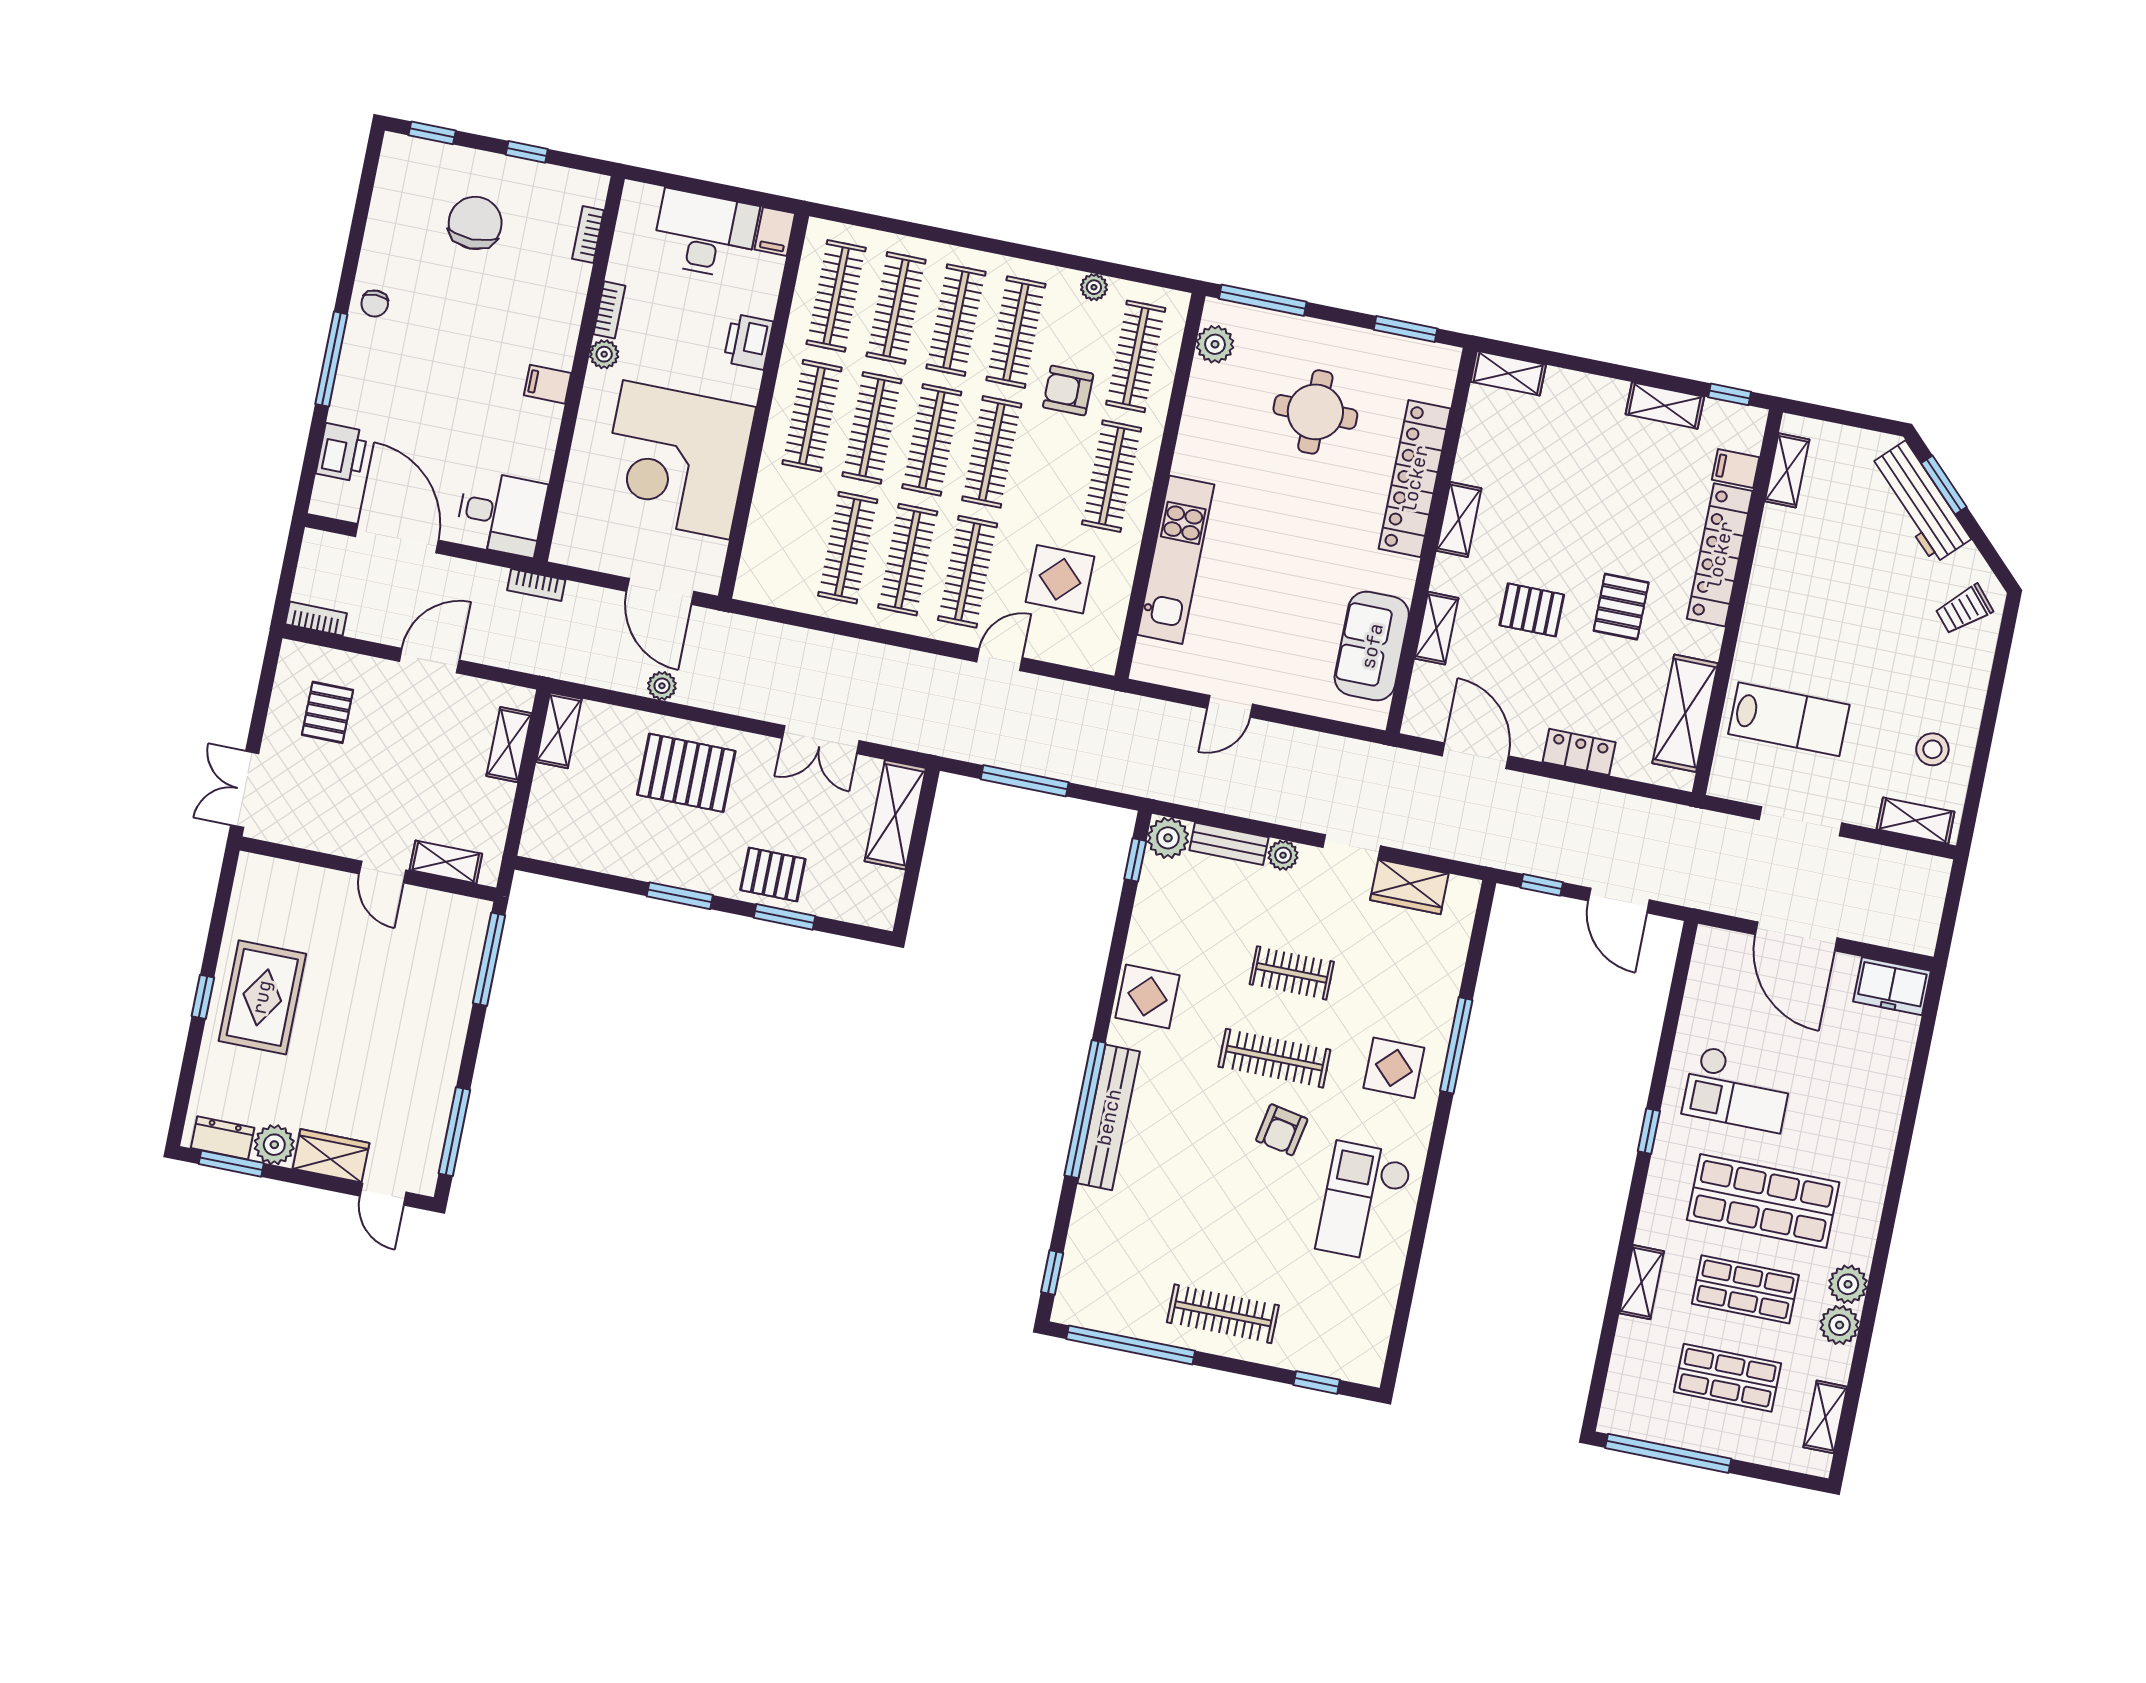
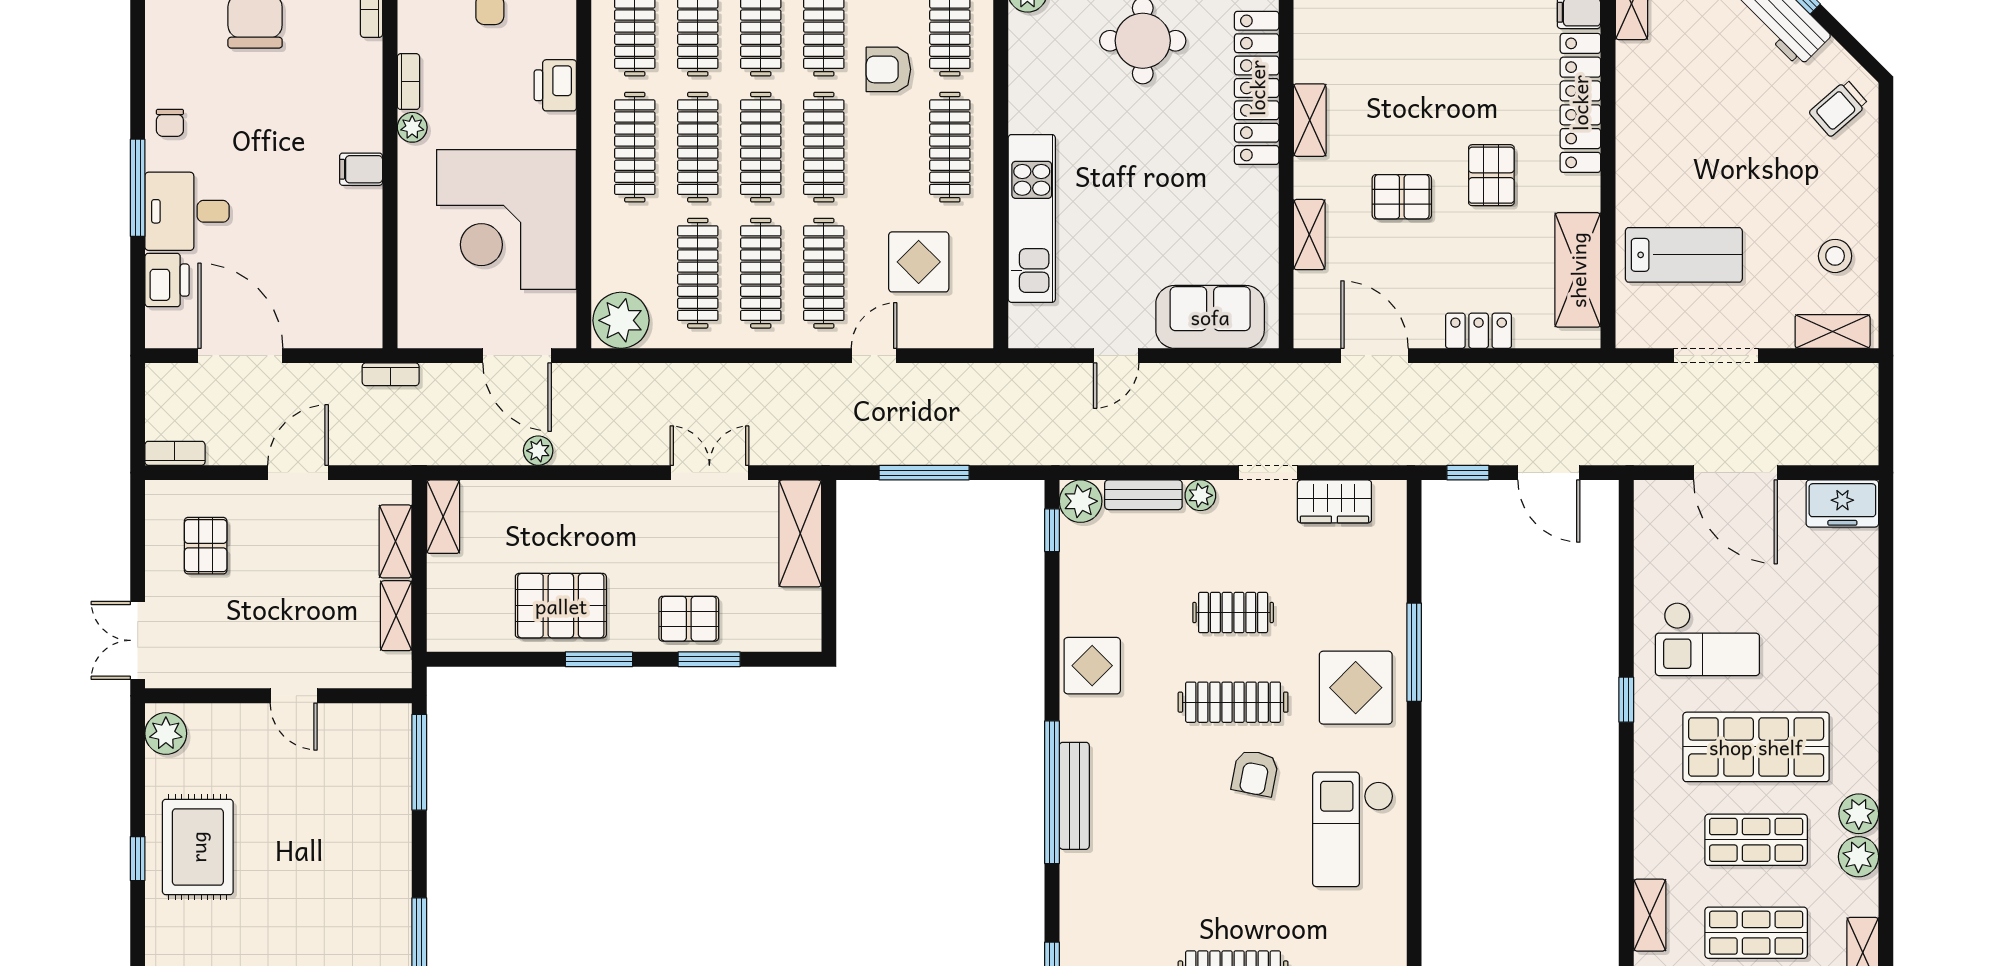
desk: (501, 513) -> (187, 211), moved, turned 180
plant: (766, 578) -> (621, 320), added
sofa: (1372, 646) -> (1210, 317), moved, turned 90
double door: (821, 740) -> (709, 473), swing flipped
pallet: (686, 773) -> (561, 606), moved
shelving: (446, 862) -> (396, 616), moved, turned 90
plant: (254, 883) -> (166, 733), added
display table: (1394, 1068) -> (1356, 688), width x1.36, depth x1.36
bench: (1109, 1117) -> (1074, 796), width x0.73, depth x0.82
shelving: (1642, 1282) -> (1650, 915), moved

